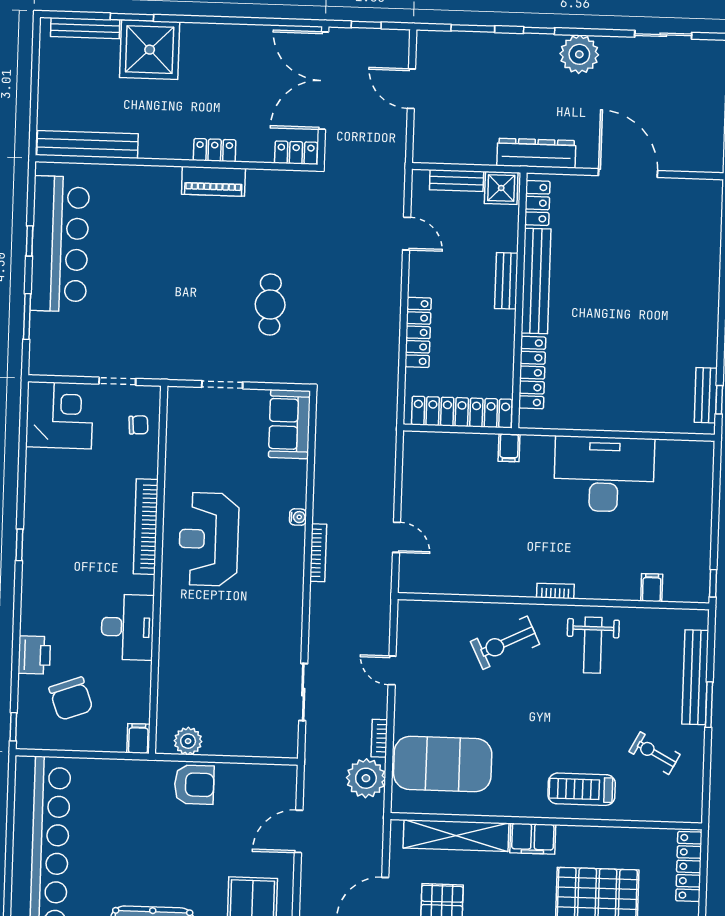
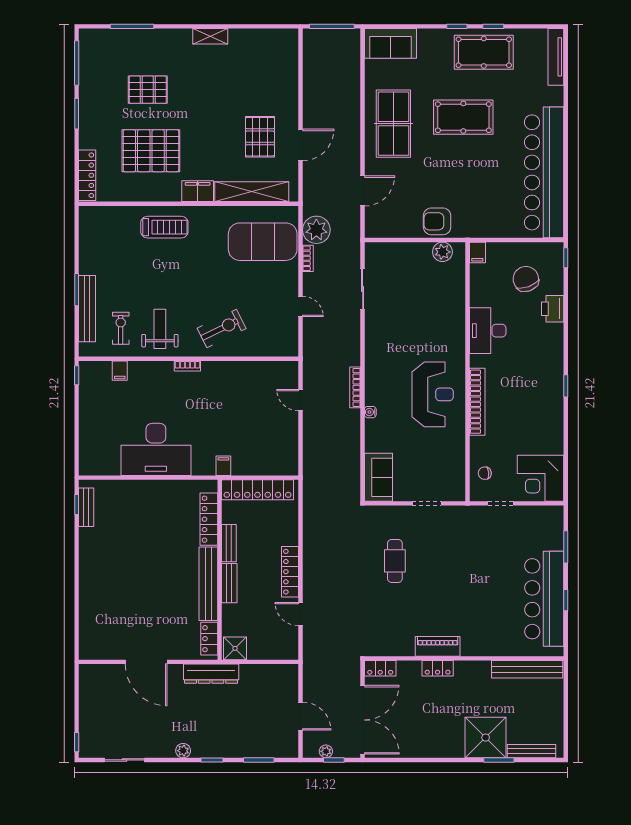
plant: (377, 37) -> (326, 751), added
plant: (579, 54) -> (183, 751), width x0.53, depth x0.53
bench: (457, 181) -> (229, 543), moved, turned 90
locker: (418, 332) -> (290, 572), moved
exercise bike: (655, 753) -> (121, 328), moved, turned -118

